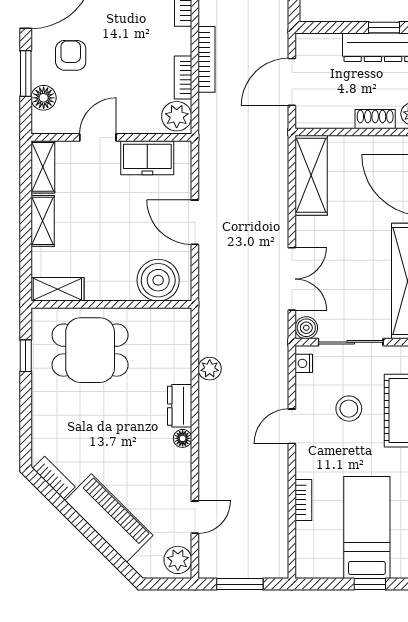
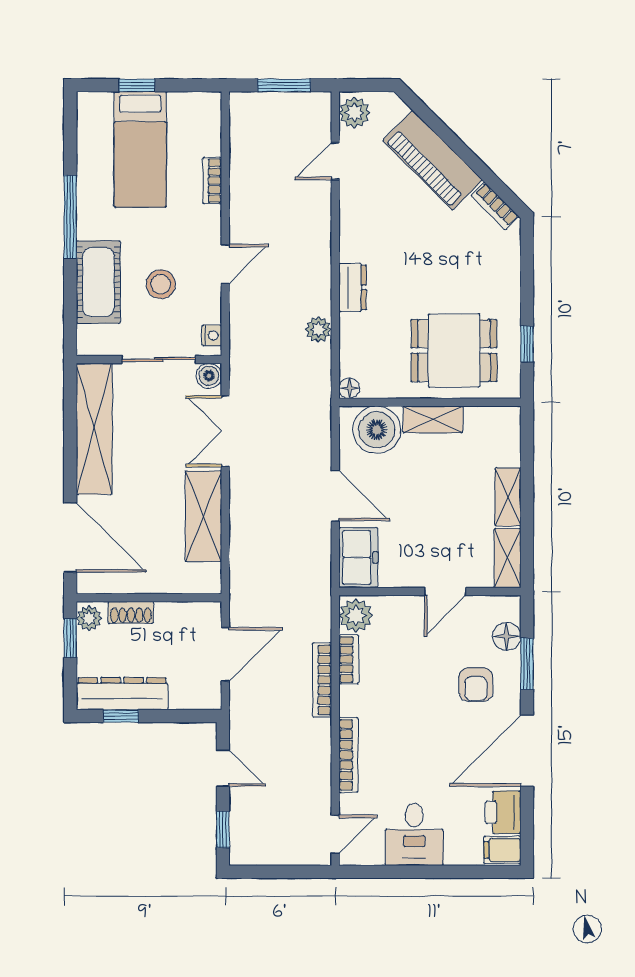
freezer: (147, 158) -> (358, 557), moved, turned 90
shelving: (311, 175) -> (203, 516), moved
shelving: (57, 289) -> (433, 419), moved
floor lamp: (183, 438) -> (349, 388), moved

